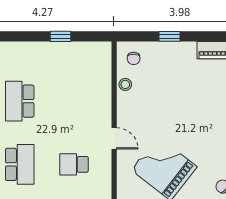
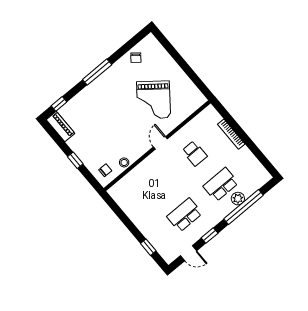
window: (60, 36) -> (148, 247), moved
school desk: (20, 101) -> (185, 215), turned 180

